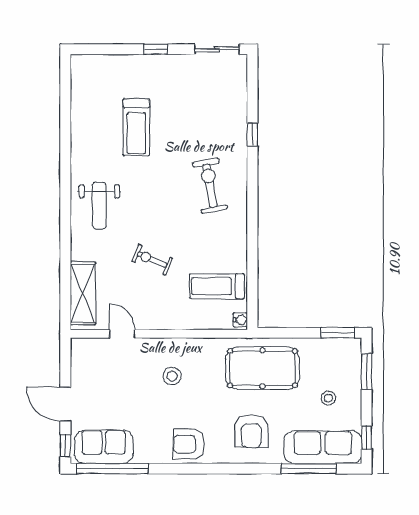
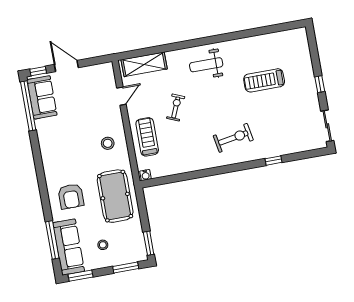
treadmill: (217, 286) -> (147, 137), moved
stool: (172, 376) -> (108, 143), moved
door: (65, 404) -> (66, 66), hinge flipped
armchair: (251, 431) -> (71, 196), turned -90
window: (367, 438) -> (80, 276), width x1.50
armchair: (189, 444) -> (54, 155), removed

